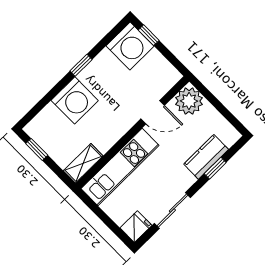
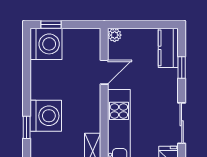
window: (81, 65) -> (27, 127), moved
plant: (189, 101) -> (115, 35), width x0.53, depth x0.53
kitchen counter: (206, 157) -> (168, 48), moved

